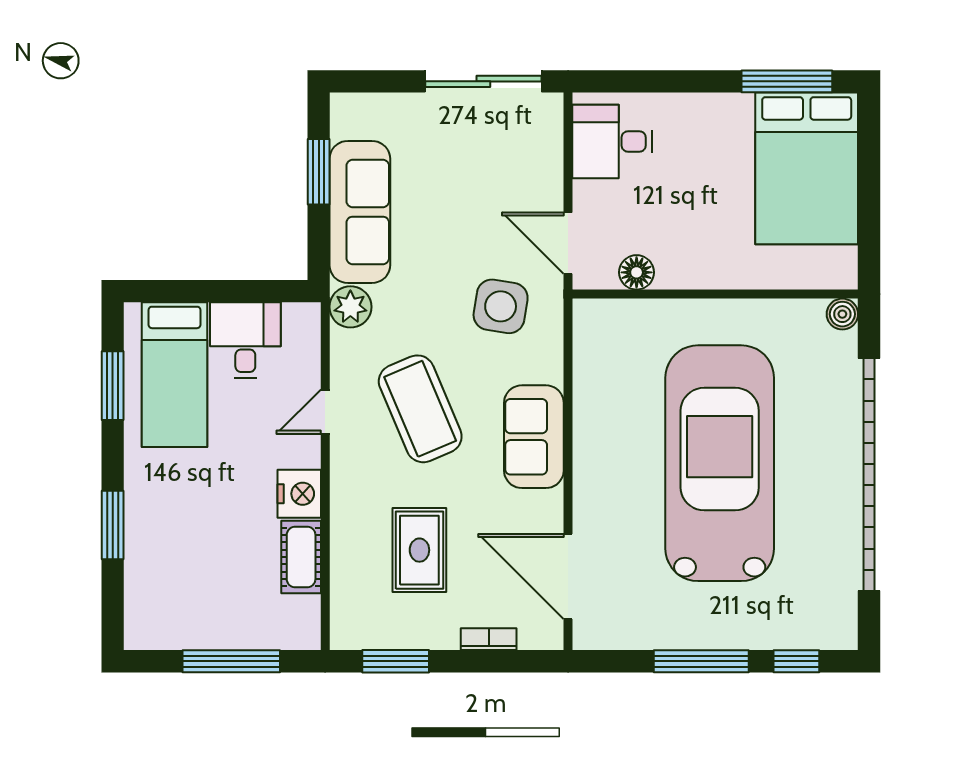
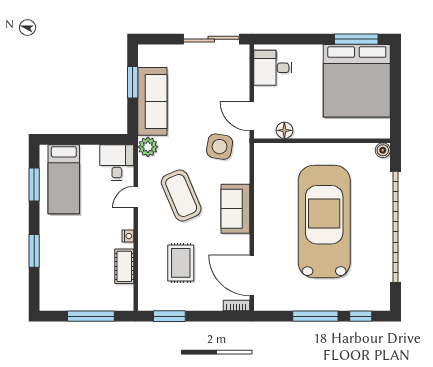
bed: (807, 168) -> (357, 81), width x1.36
desk: (245, 340) -> (117, 163), moved
nightstand: (299, 494) -> (128, 236), width x0.53, depth x0.56
bookcase: (489, 639) -> (236, 306), moved

